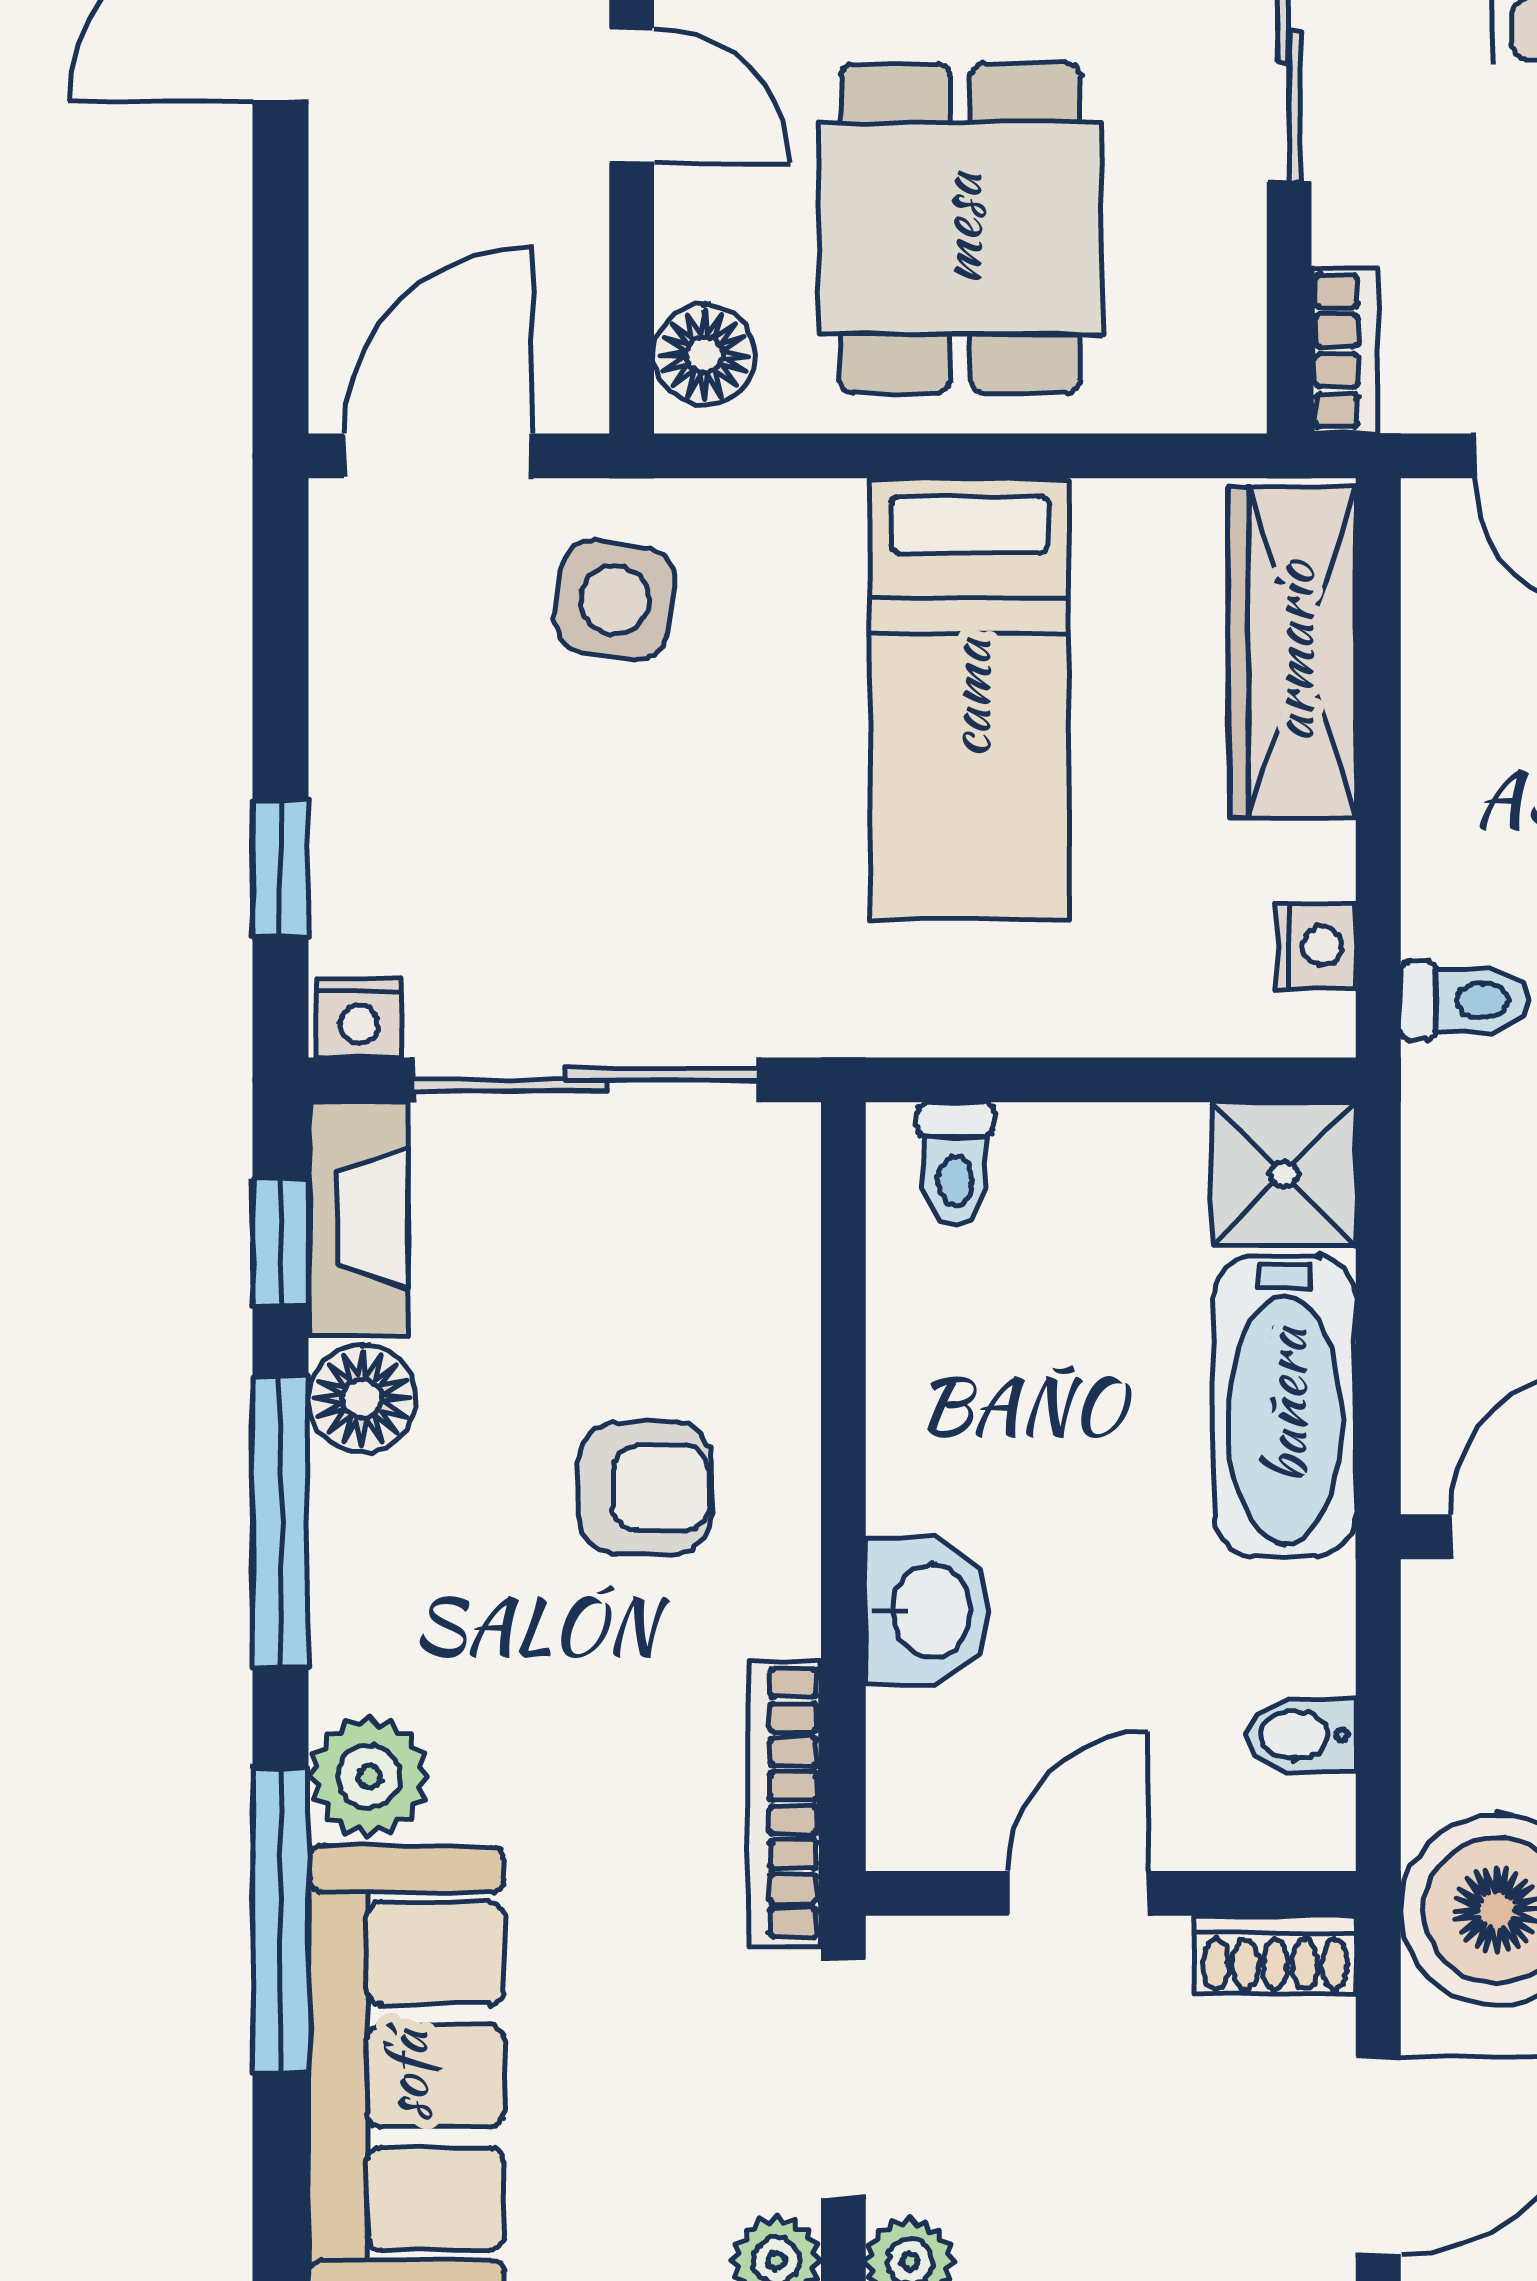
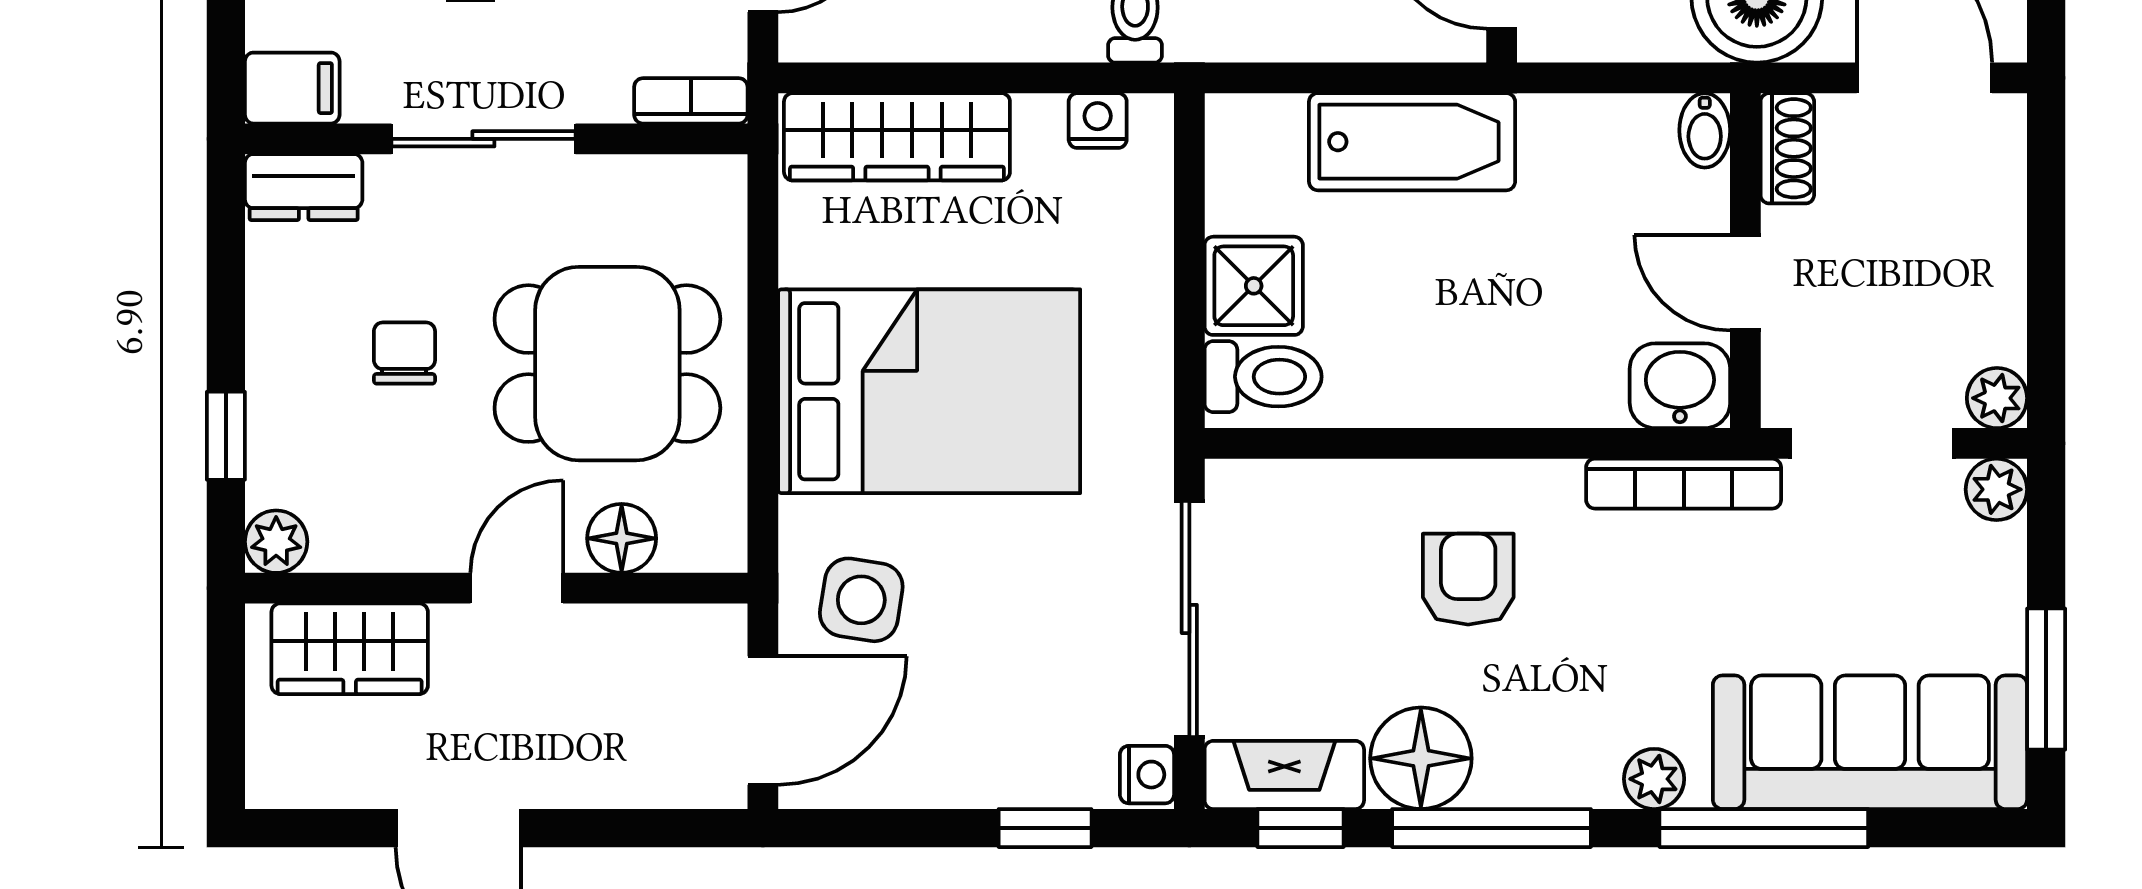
floor lamp: (704, 354) -> (622, 538), moved
door: (438, 456) -> (763, 721), swing flipped
bed: (969, 699) -> (929, 391), width x1.50
toilet: (955, 1164) -> (1263, 377), width x1.37, depth x1.39
shower: (1284, 1174) -> (1254, 286), moved
floor lamp: (362, 1399) -> (1421, 758), width x1.38, depth x1.38
washbasin: (928, 1611) -> (1680, 386), moved
bidet: (1301, 1735) -> (1705, 130), moved
plant: (369, 1776) -> (1654, 779), width x0.73, depth x0.73

